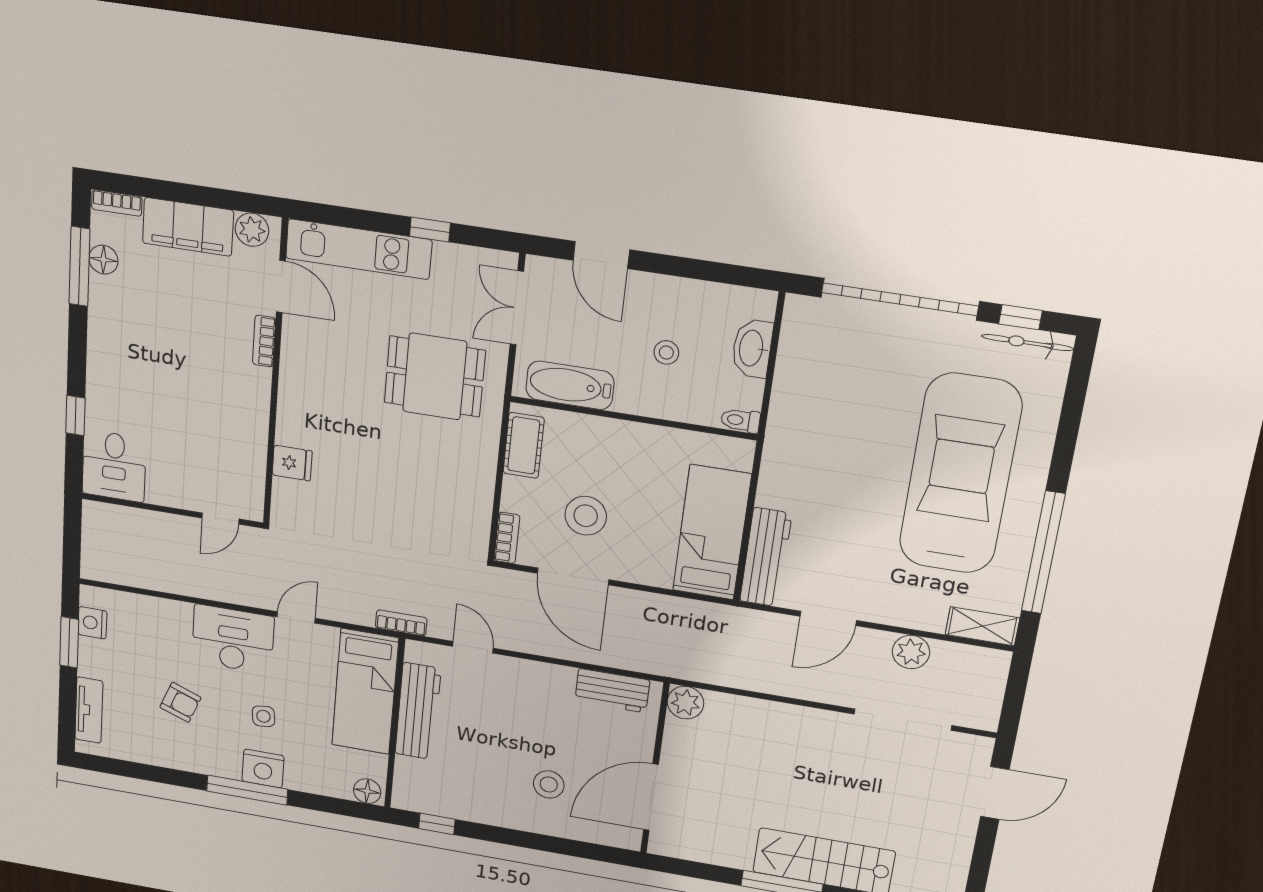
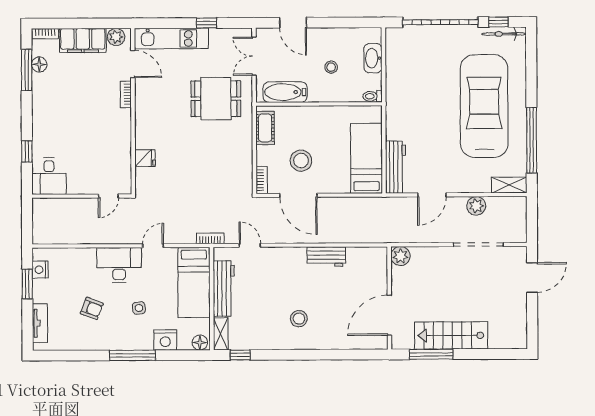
plant: (685, 703) -> (400, 256), moved
nightstand: (263, 769) -> (165, 340), moved
wall: (655, 769) -> (389, 298), moved
shelving: (406, 784) -> (221, 334), added
door: (651, 797) -> (389, 315), moved

